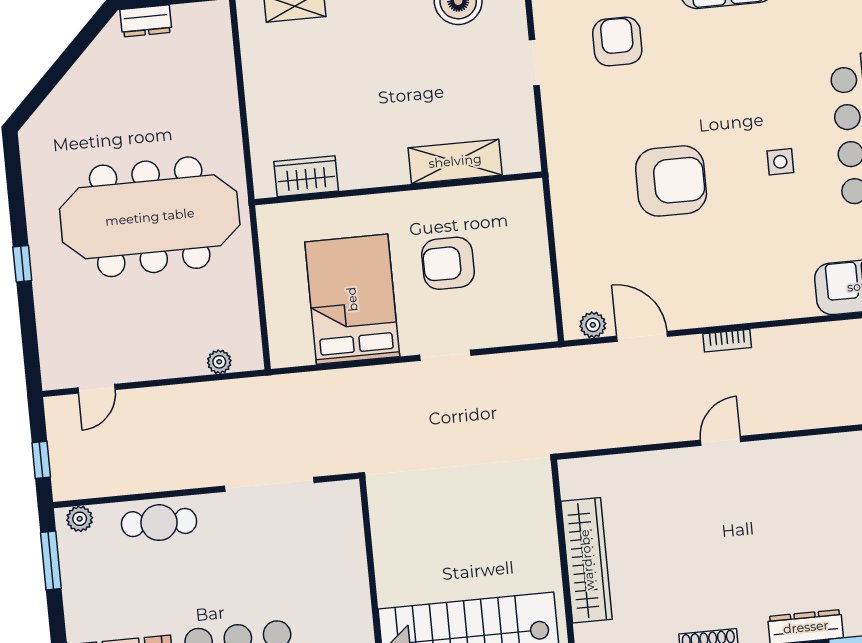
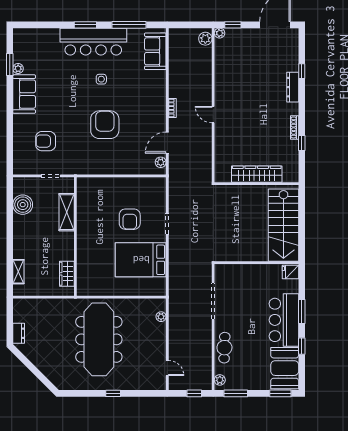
shelving: (455, 161) -> (67, 212), moved
wardrobe: (306, 176) -> (67, 274), moved
wall: (398, 188) -> (75, 237), moved

